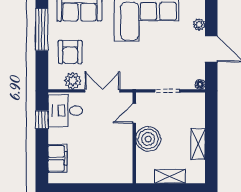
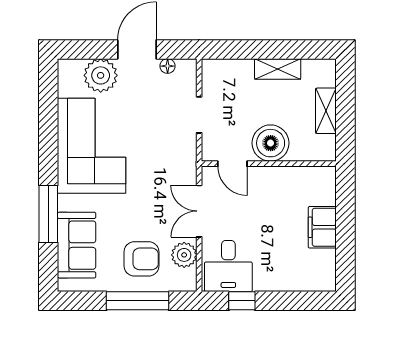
plant: (199, 24) -> (101, 75), width x1.88, depth x1.88
window: (42, 29) -> (138, 301), moved
floor lamp: (200, 84) -> (168, 66), moved
filing cabinet: (57, 158) -> (322, 227), moved, turned -90

